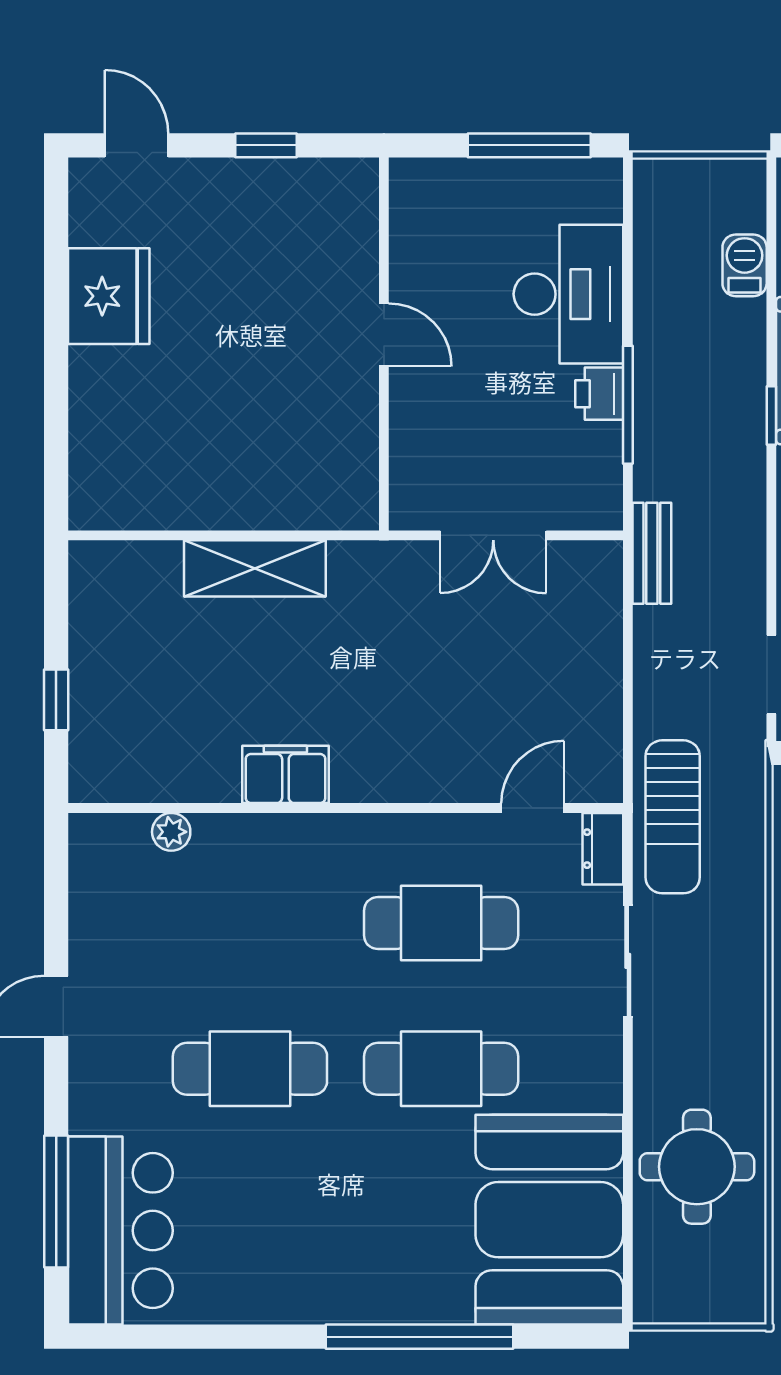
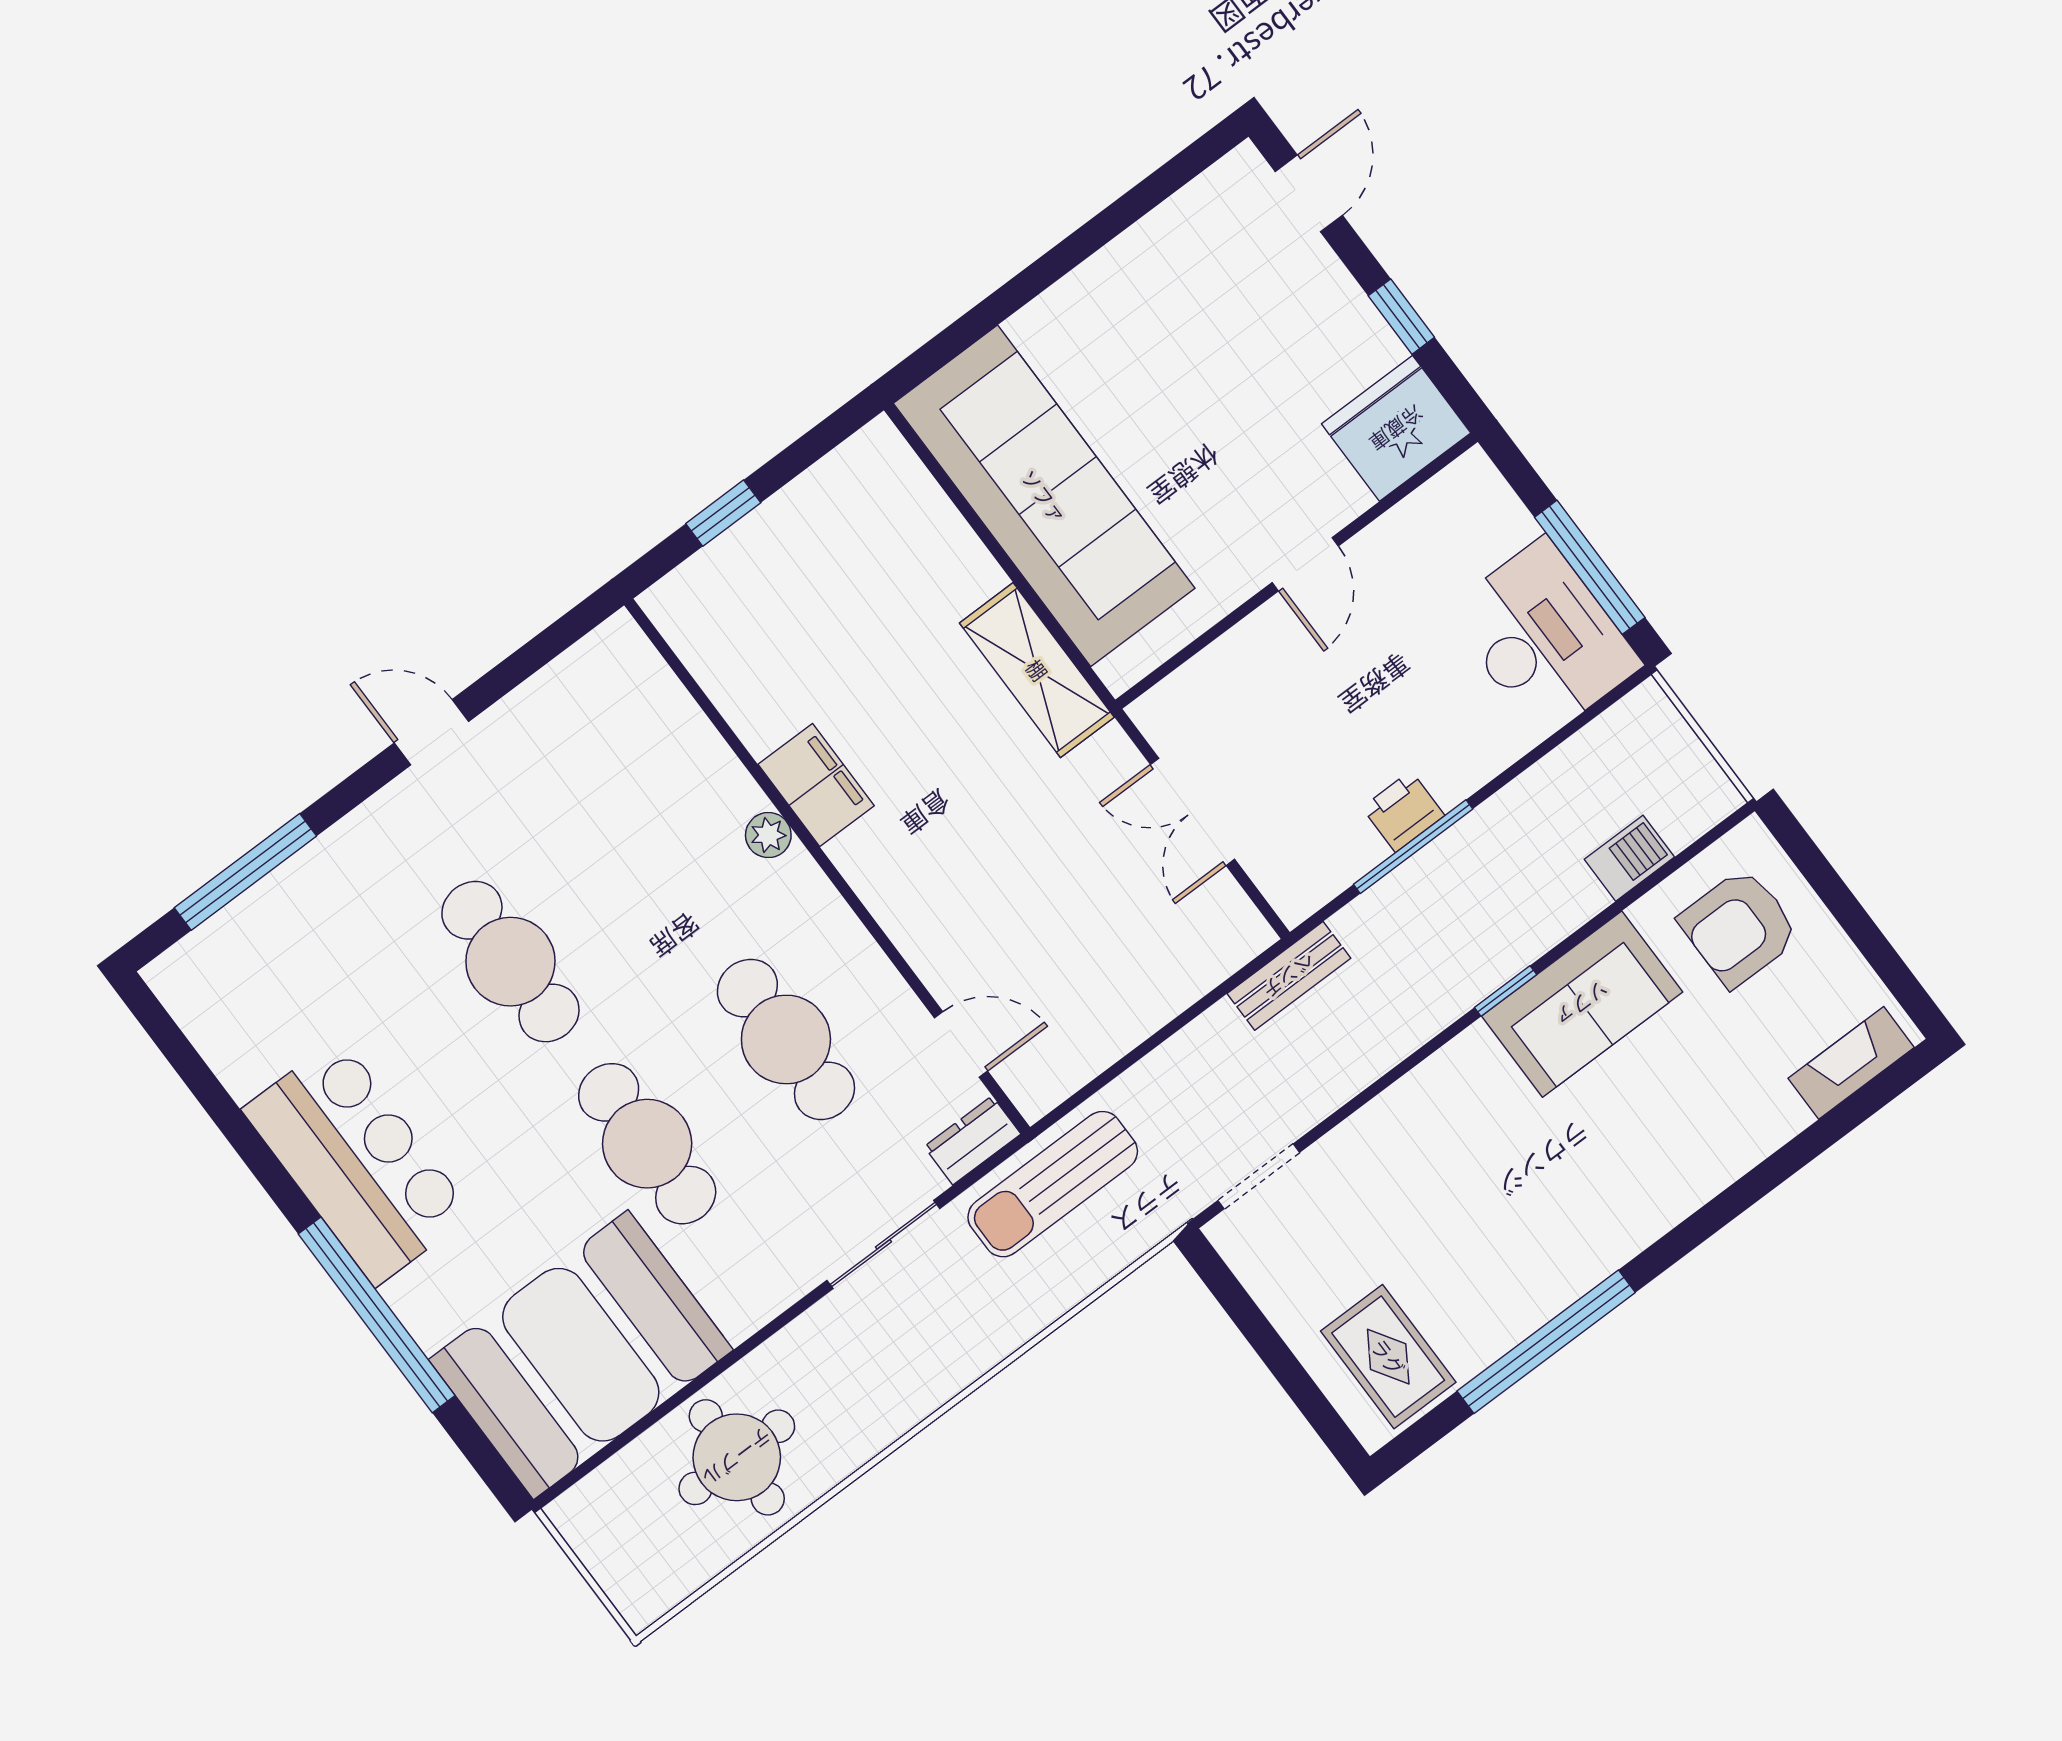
desk: (568, 294) -> (1544, 638), moved, turned -90
fridge: (109, 296) -> (1396, 428), moved, turned 180
sofa: (206, 476) -> (1044, 496), added
shelving: (255, 568) -> (1037, 670), moved
plant: (171, 832) -> (768, 835), moved
bar counter: (120, 1231) -> (357, 1162), moved, turned -90

